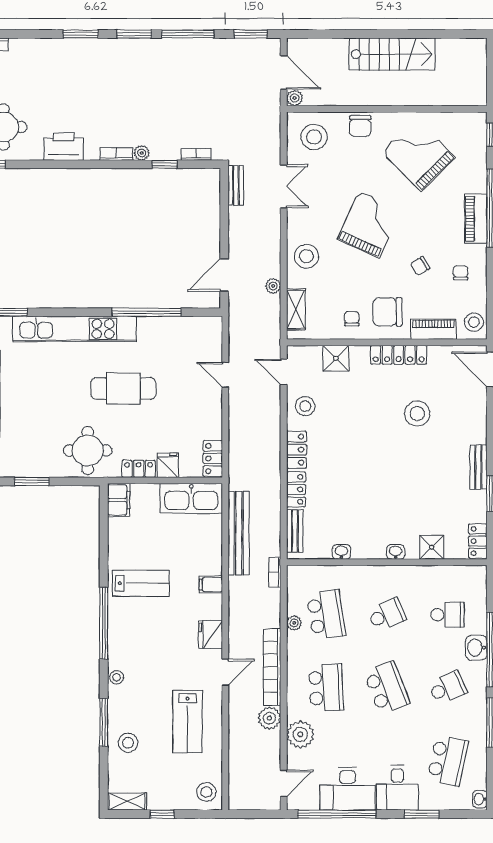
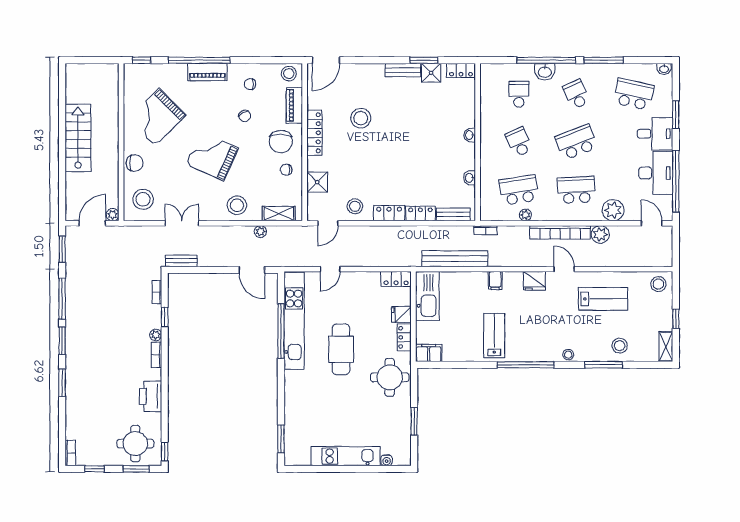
kitchen unit: (75, 329) -> (294, 321), moved
shower: (432, 547) -> (431, 73), moved

